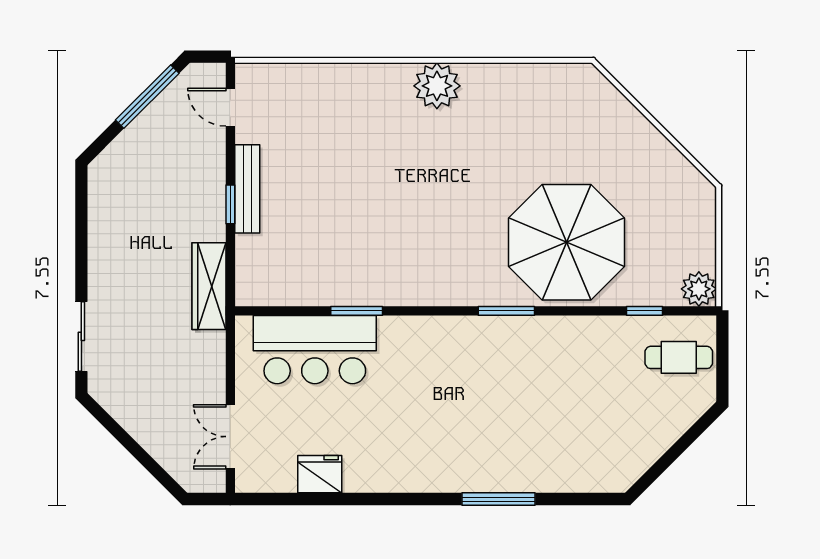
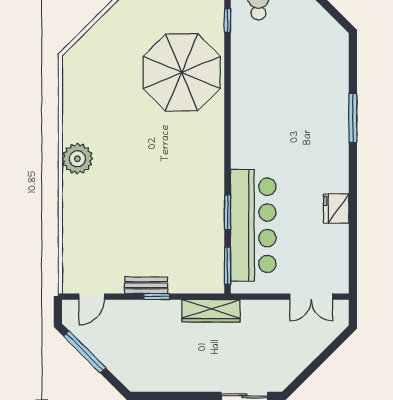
bench: (247, 189) -> (146, 285), width x0.73
window: (506, 311) -> (227, 266), moved
bar counter: (315, 350) -> (253, 225), width x1.36
fridge: (320, 474) -> (336, 209), moved

